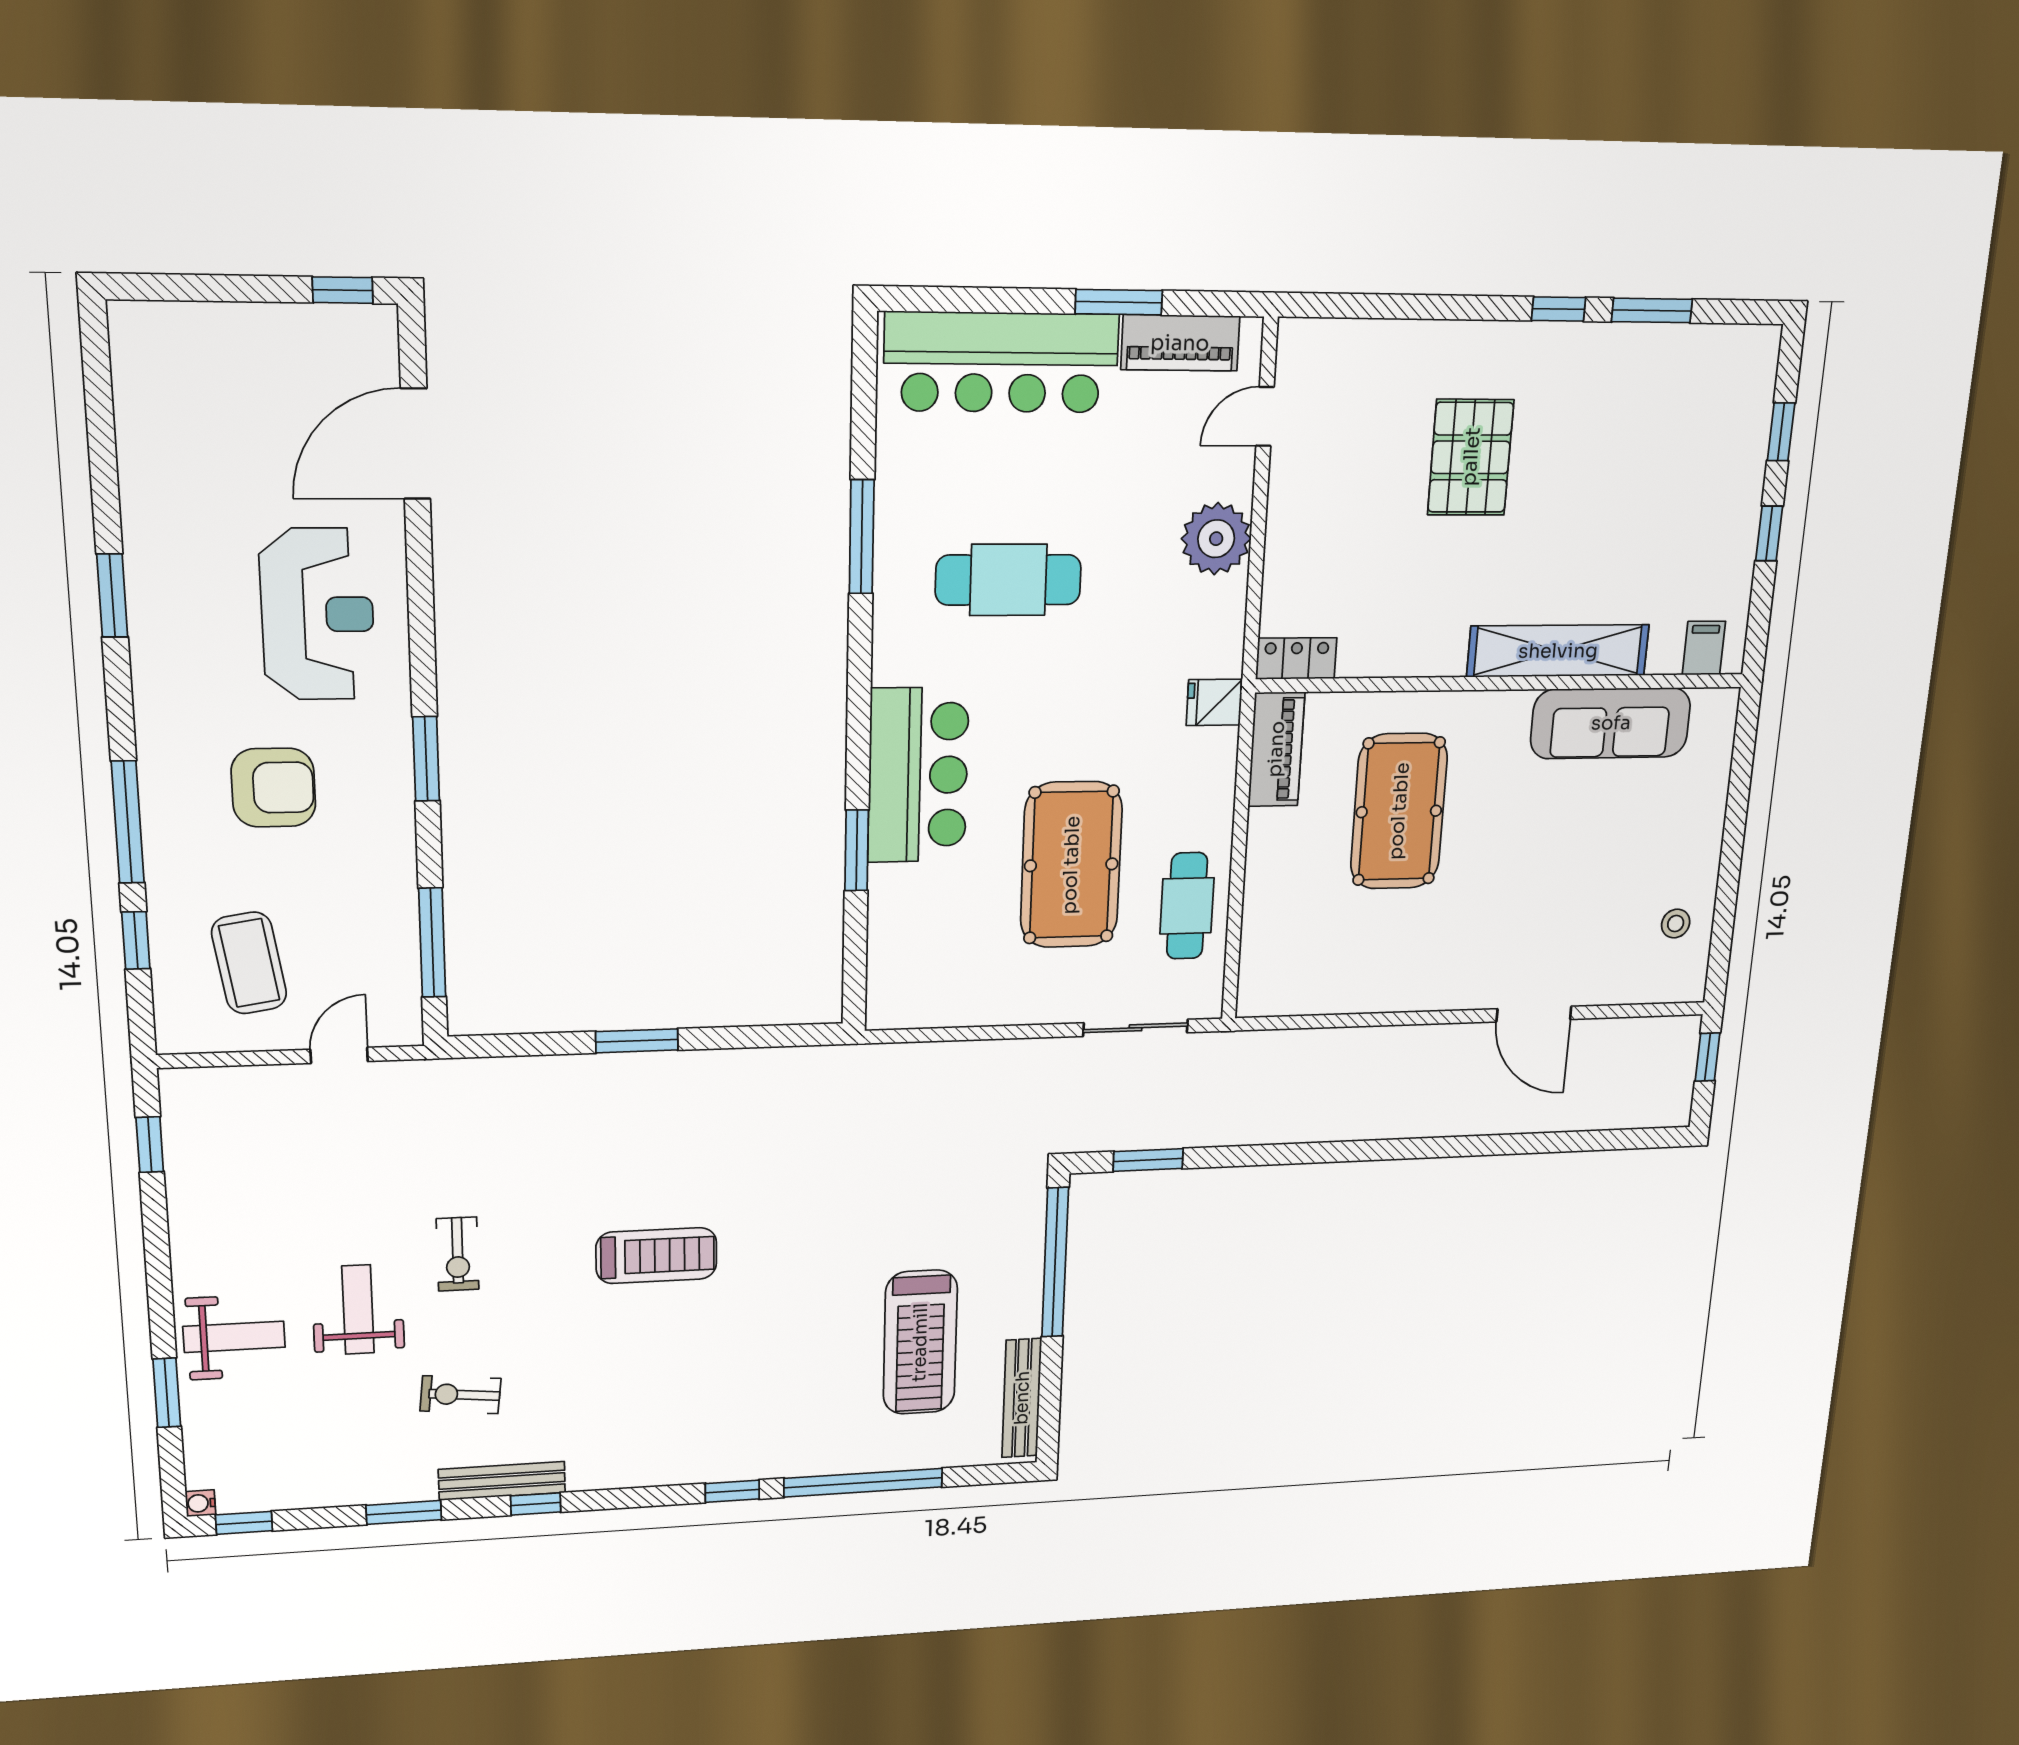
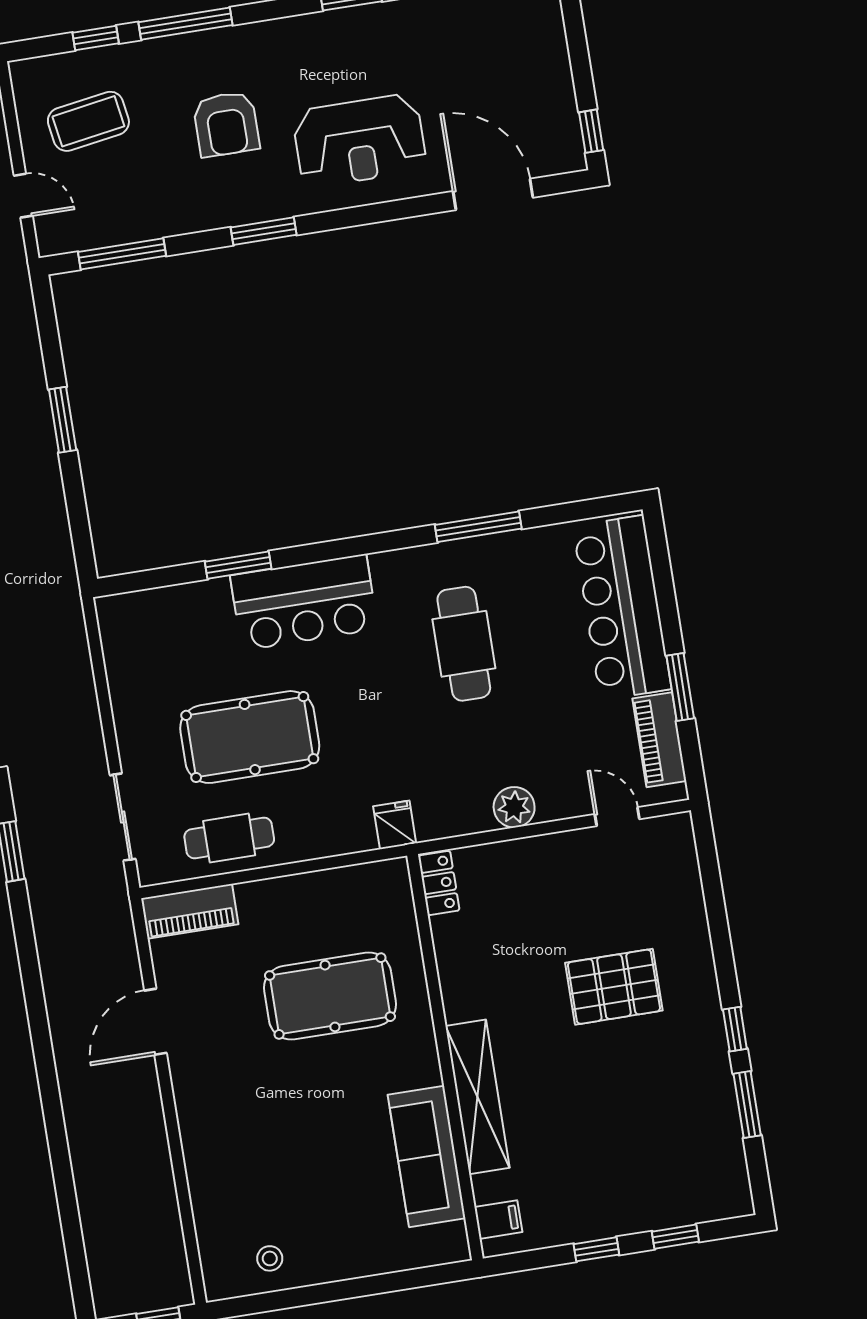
plant: (1216, 539) -> (514, 807), width x0.73, depth x0.73
piano: (1276, 749) -> (190, 911), moved
door: (1534, 1014) -> (155, 1022), moved

